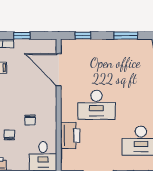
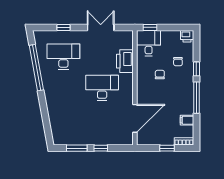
window: (83, 36) -> (101, 148), moved
door: (59, 70) -> (135, 118), hinge flipped

